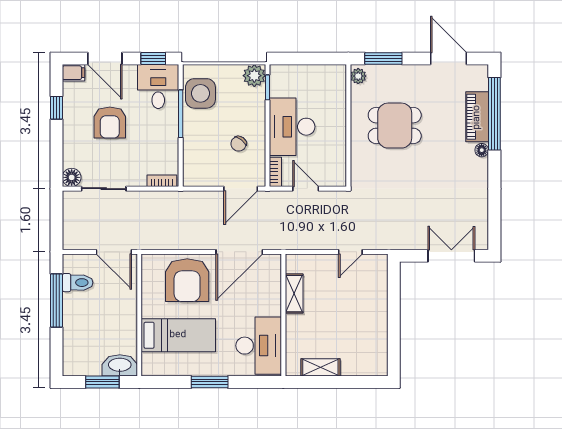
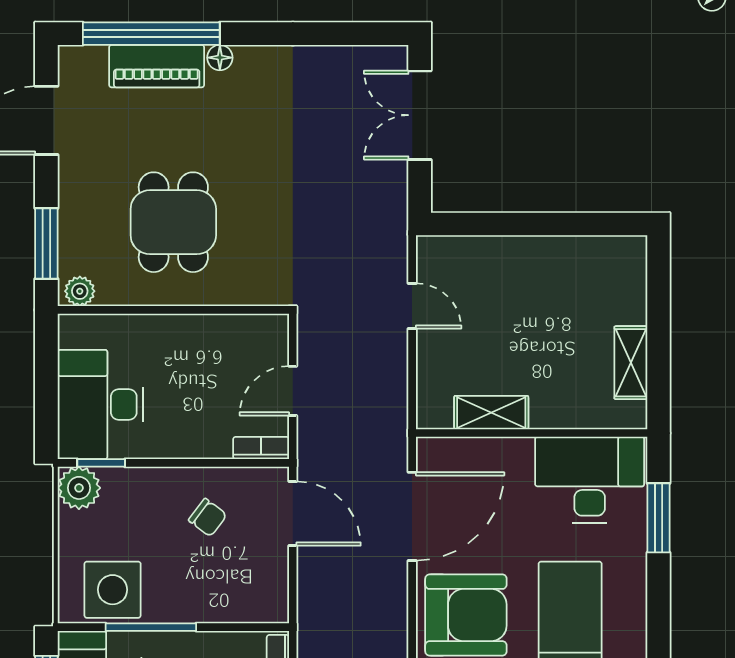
desk: (292, 127) -> (101, 405), moved, turned 90
door: (239, 252) -> (412, 516), hinge flipped
window: (210, 382) -> (659, 518), moved

